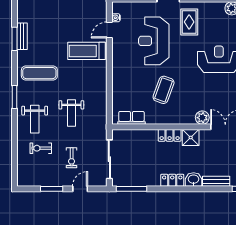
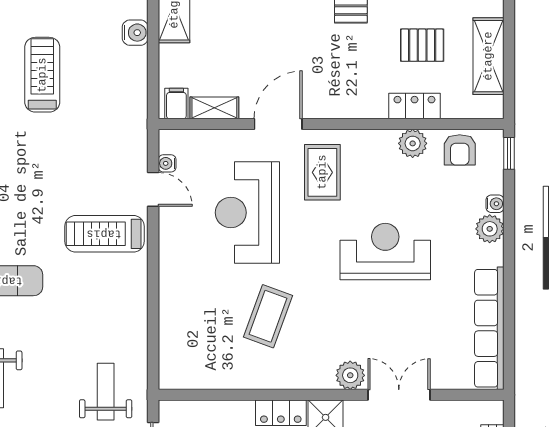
door: (109, 30) -> (153, 189), swing flipped
weight bench: (71, 113) -> (106, 392), moved, turned 180
row of seats: (131, 118) -> (200, 376), removed

